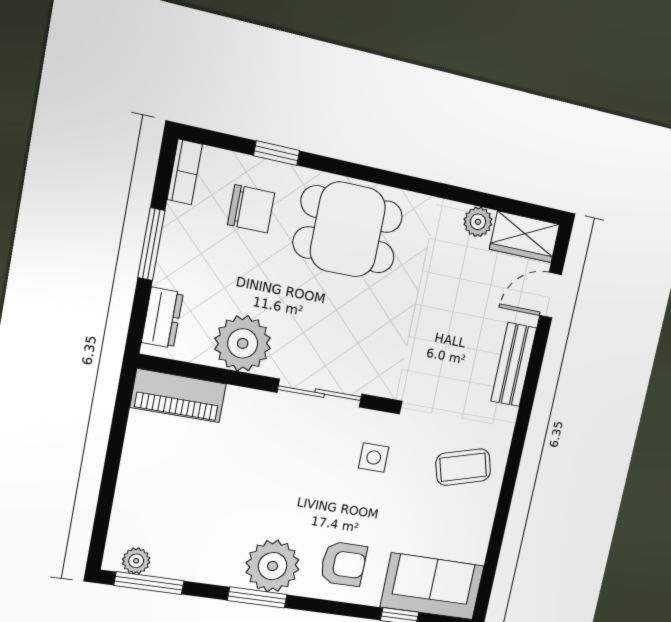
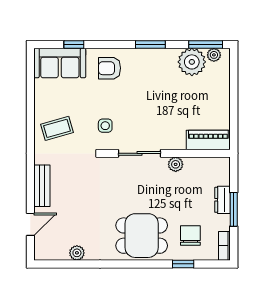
chair: (251, 209) -> (190, 236), turned 90
wardrobe: (525, 237) -> (51, 251), removed
dresser: (162, 318) -> (223, 200), moved
plant: (243, 343) -> (176, 164), width x0.53, depth x0.53
plant: (273, 566) -> (192, 62), moved

